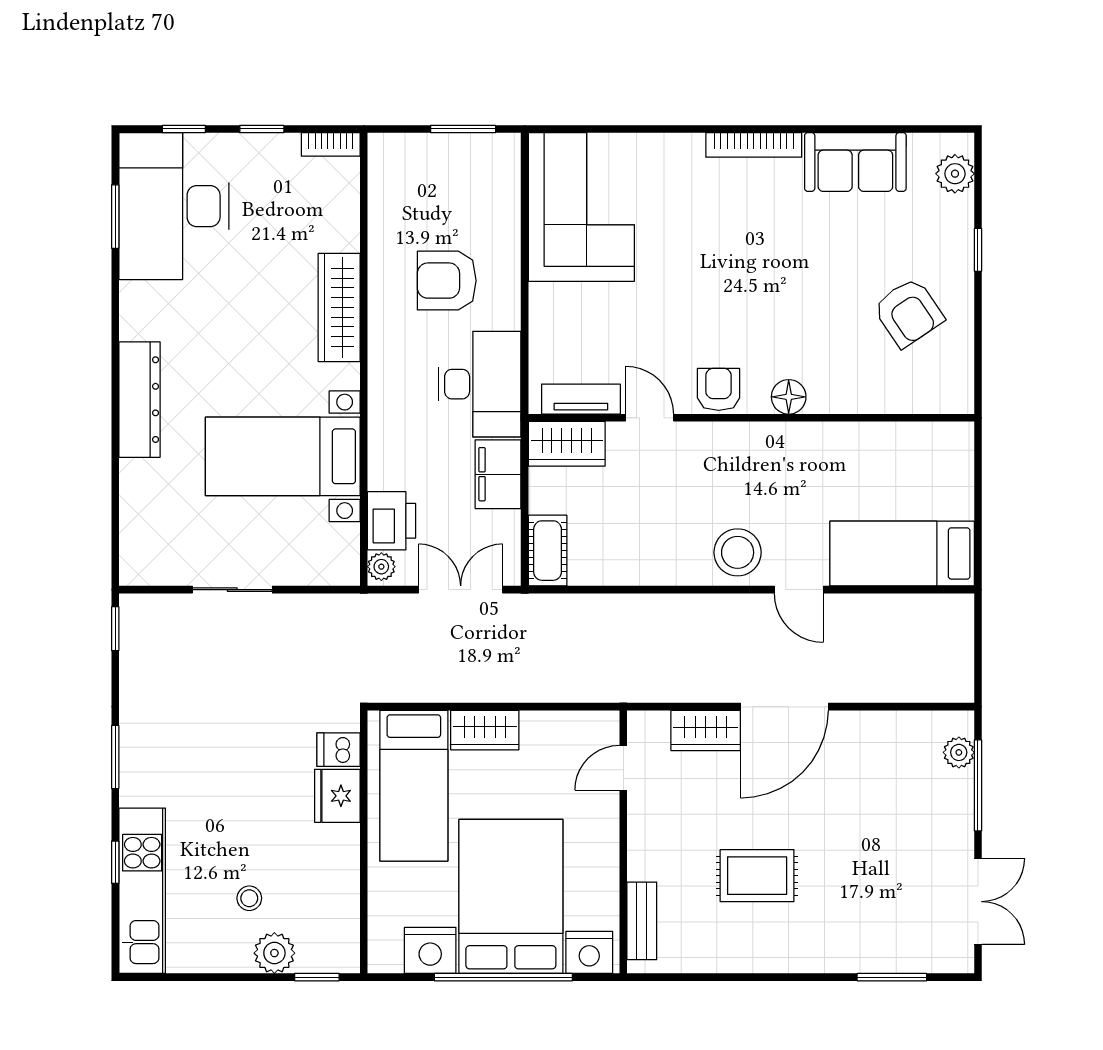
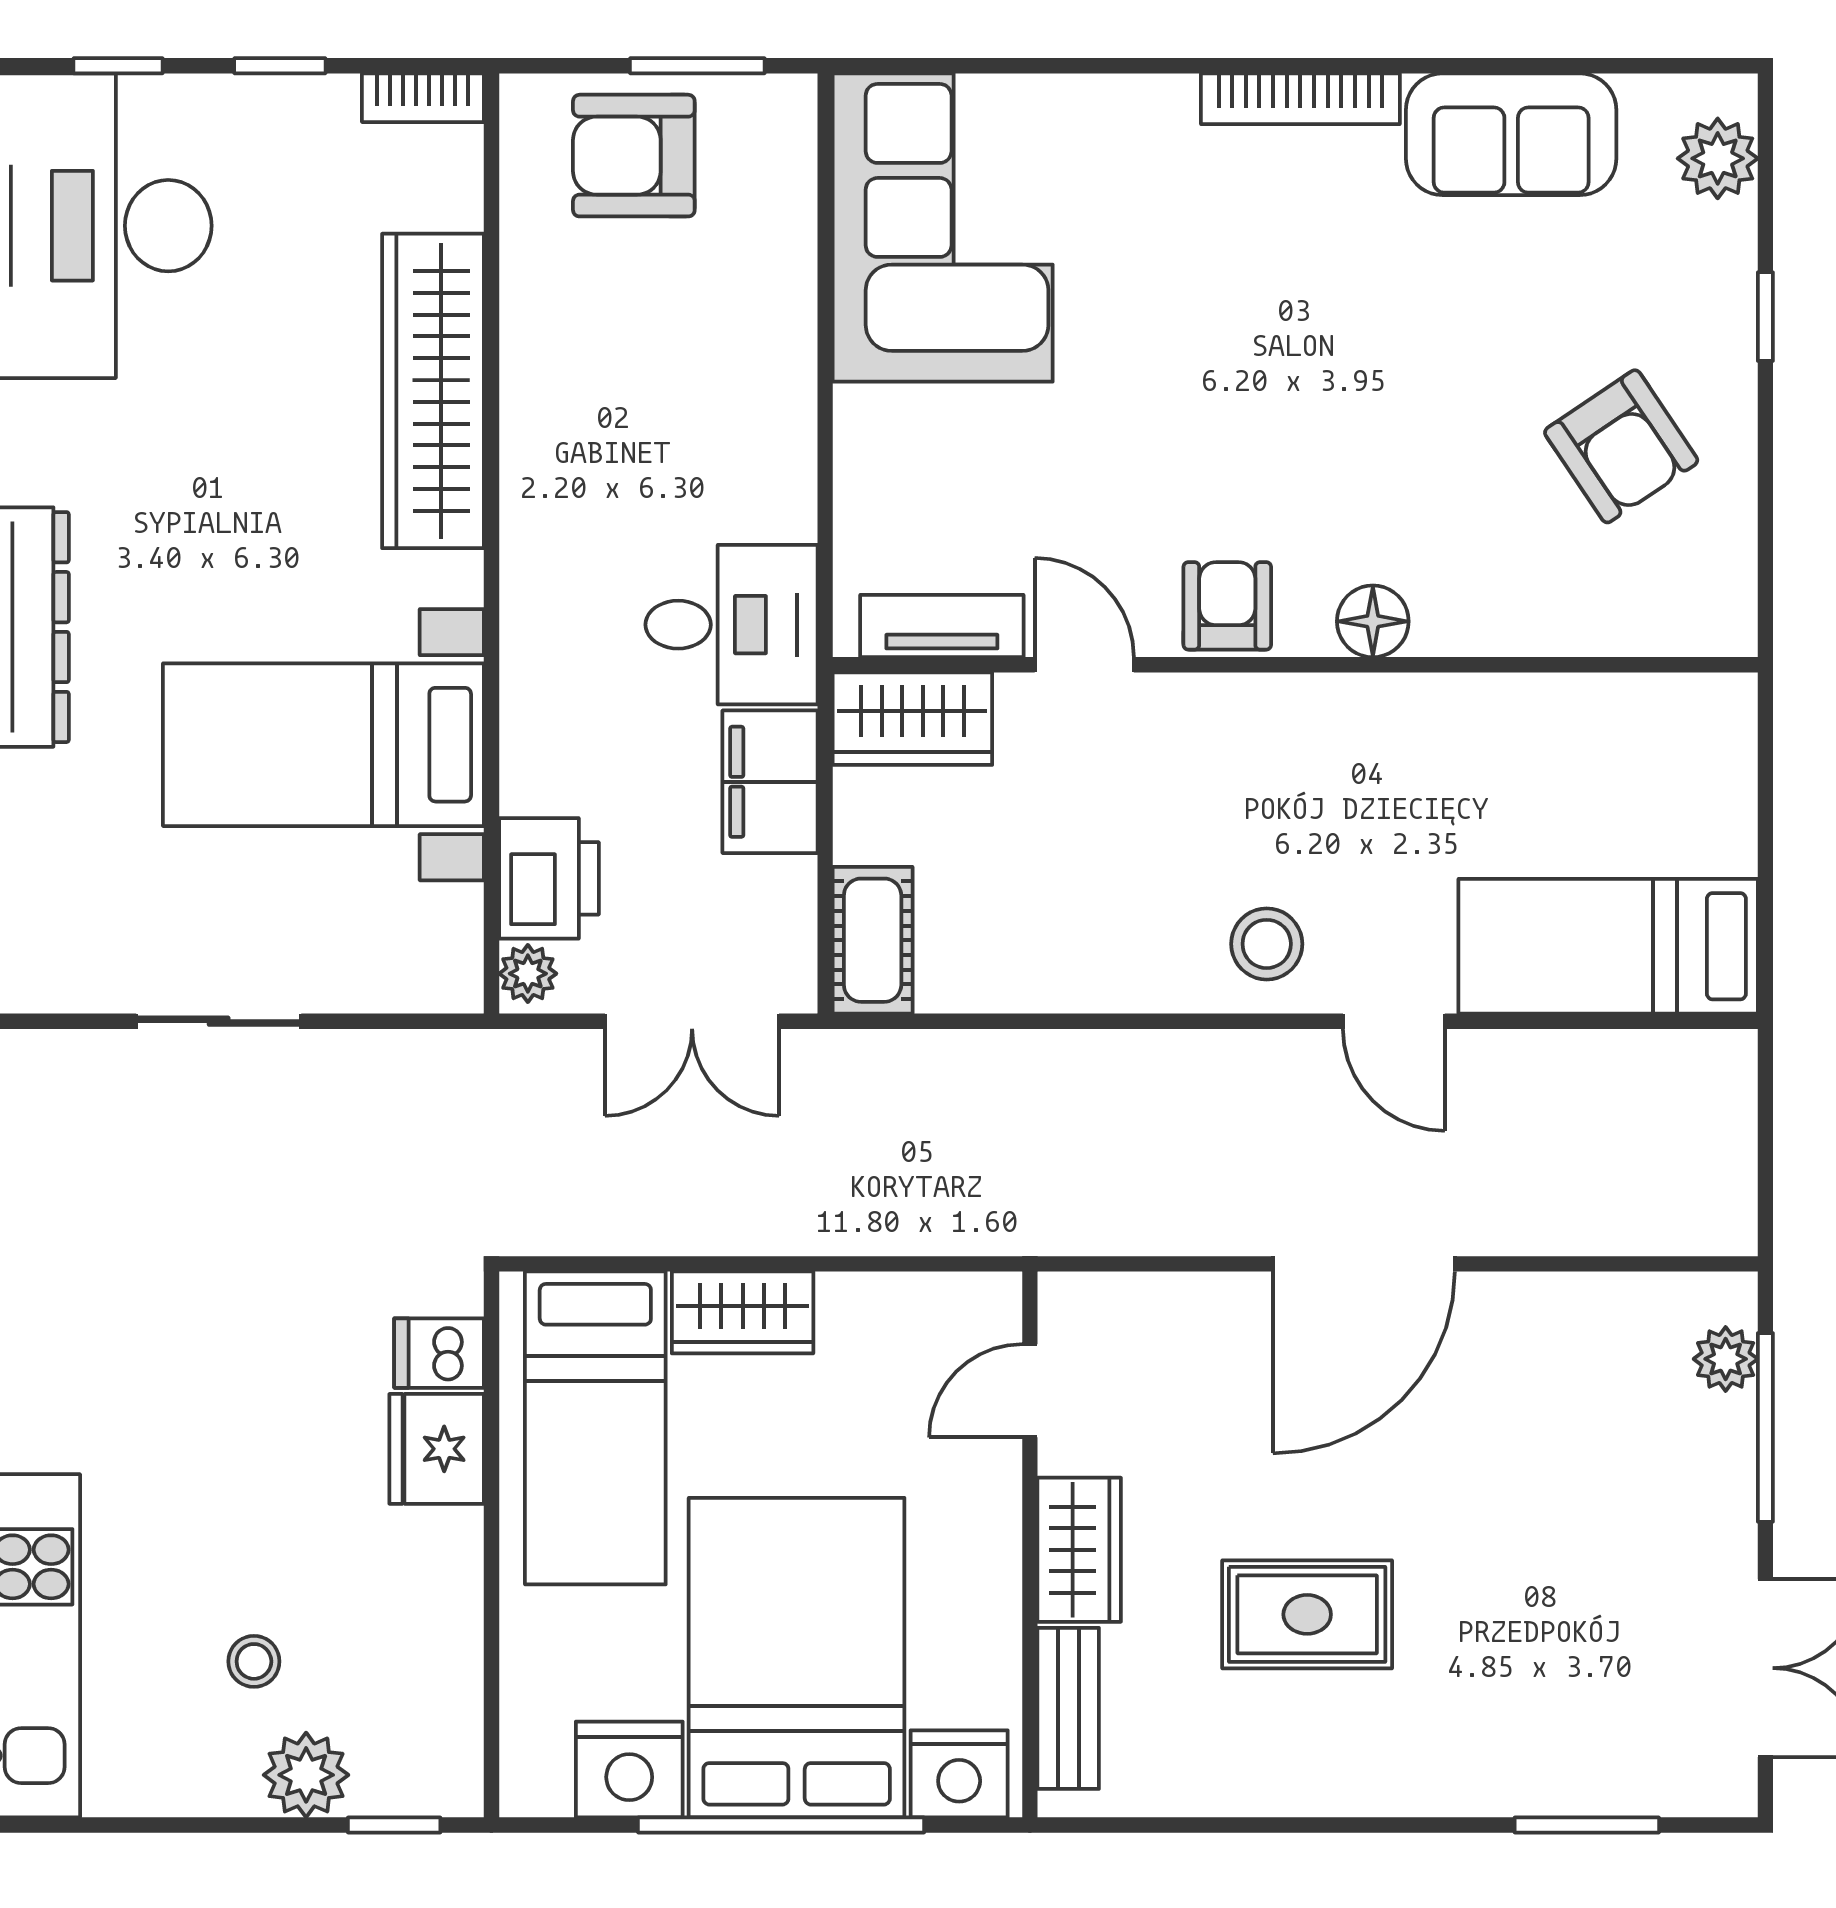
armchair: (447, 281) -> (634, 156), moved
wardrobe: (339, 307) -> (433, 391), width x1.40, depth x1.17
desk: (479, 384) -> (731, 625), width x0.73
stool: (738, 552) -> (1267, 944), width x0.73, depth x0.73
double door: (461, 590) -> (692, 1021), swing flipped
wardrobe: (706, 730) -> (1079, 1550), moved, turned -90

